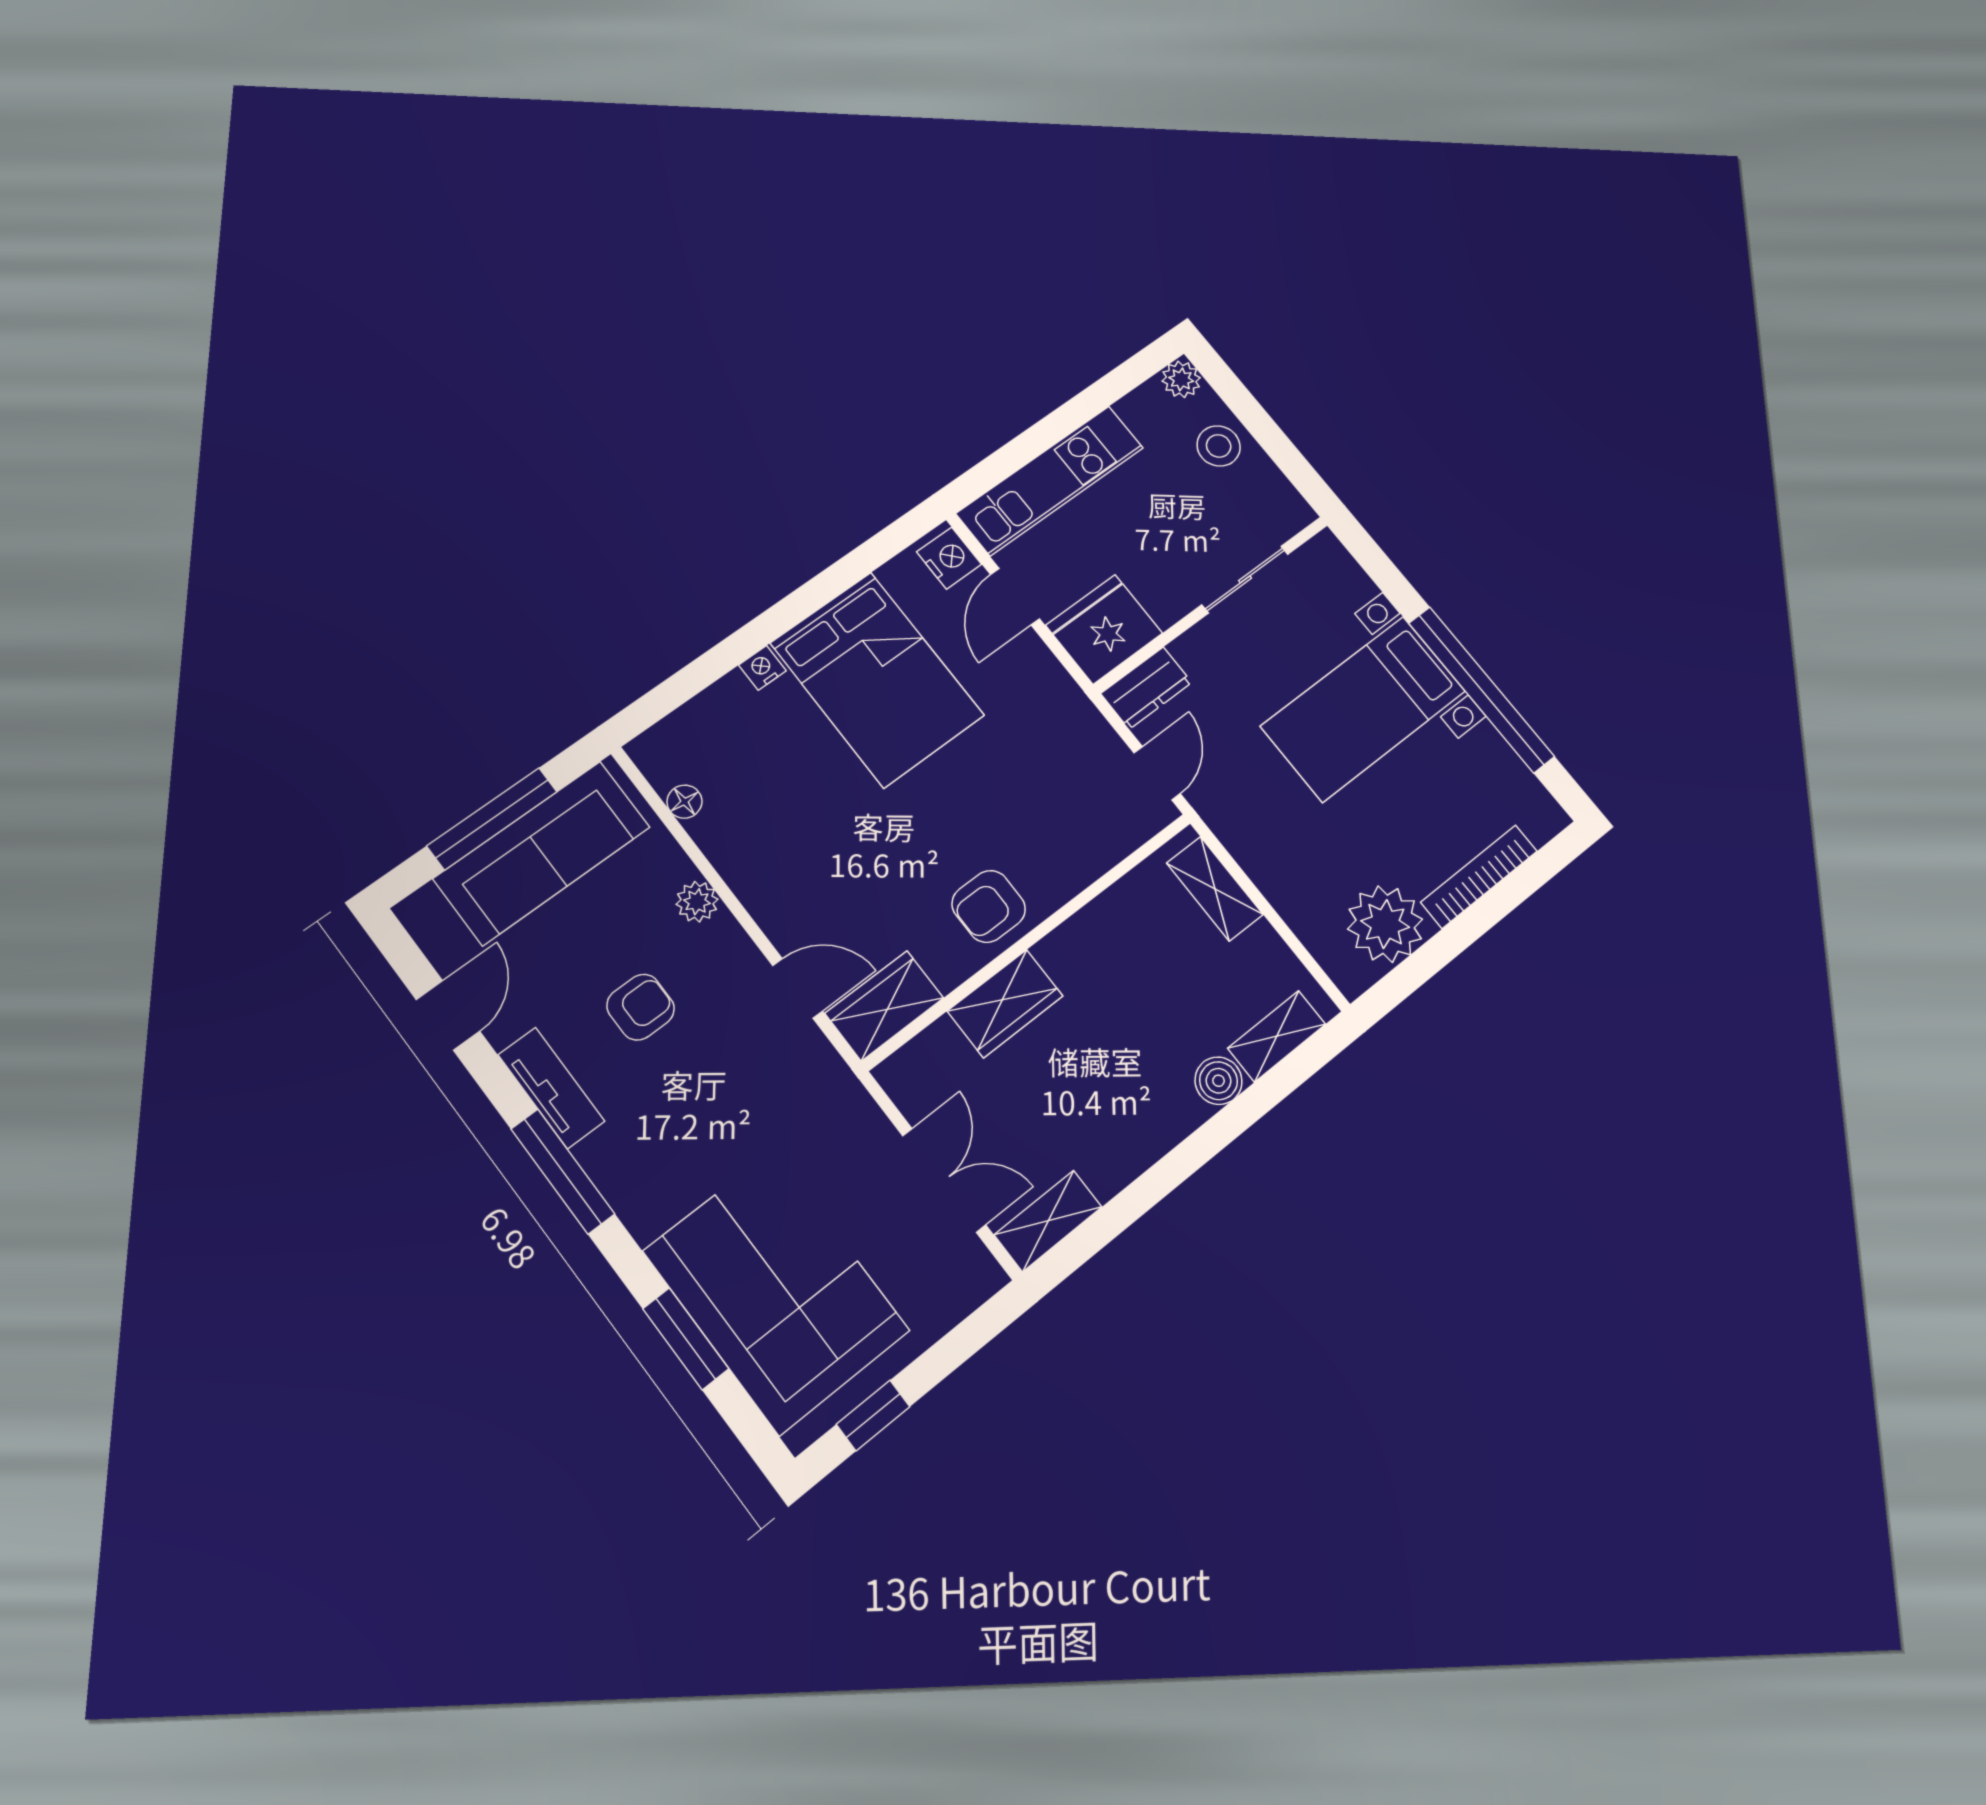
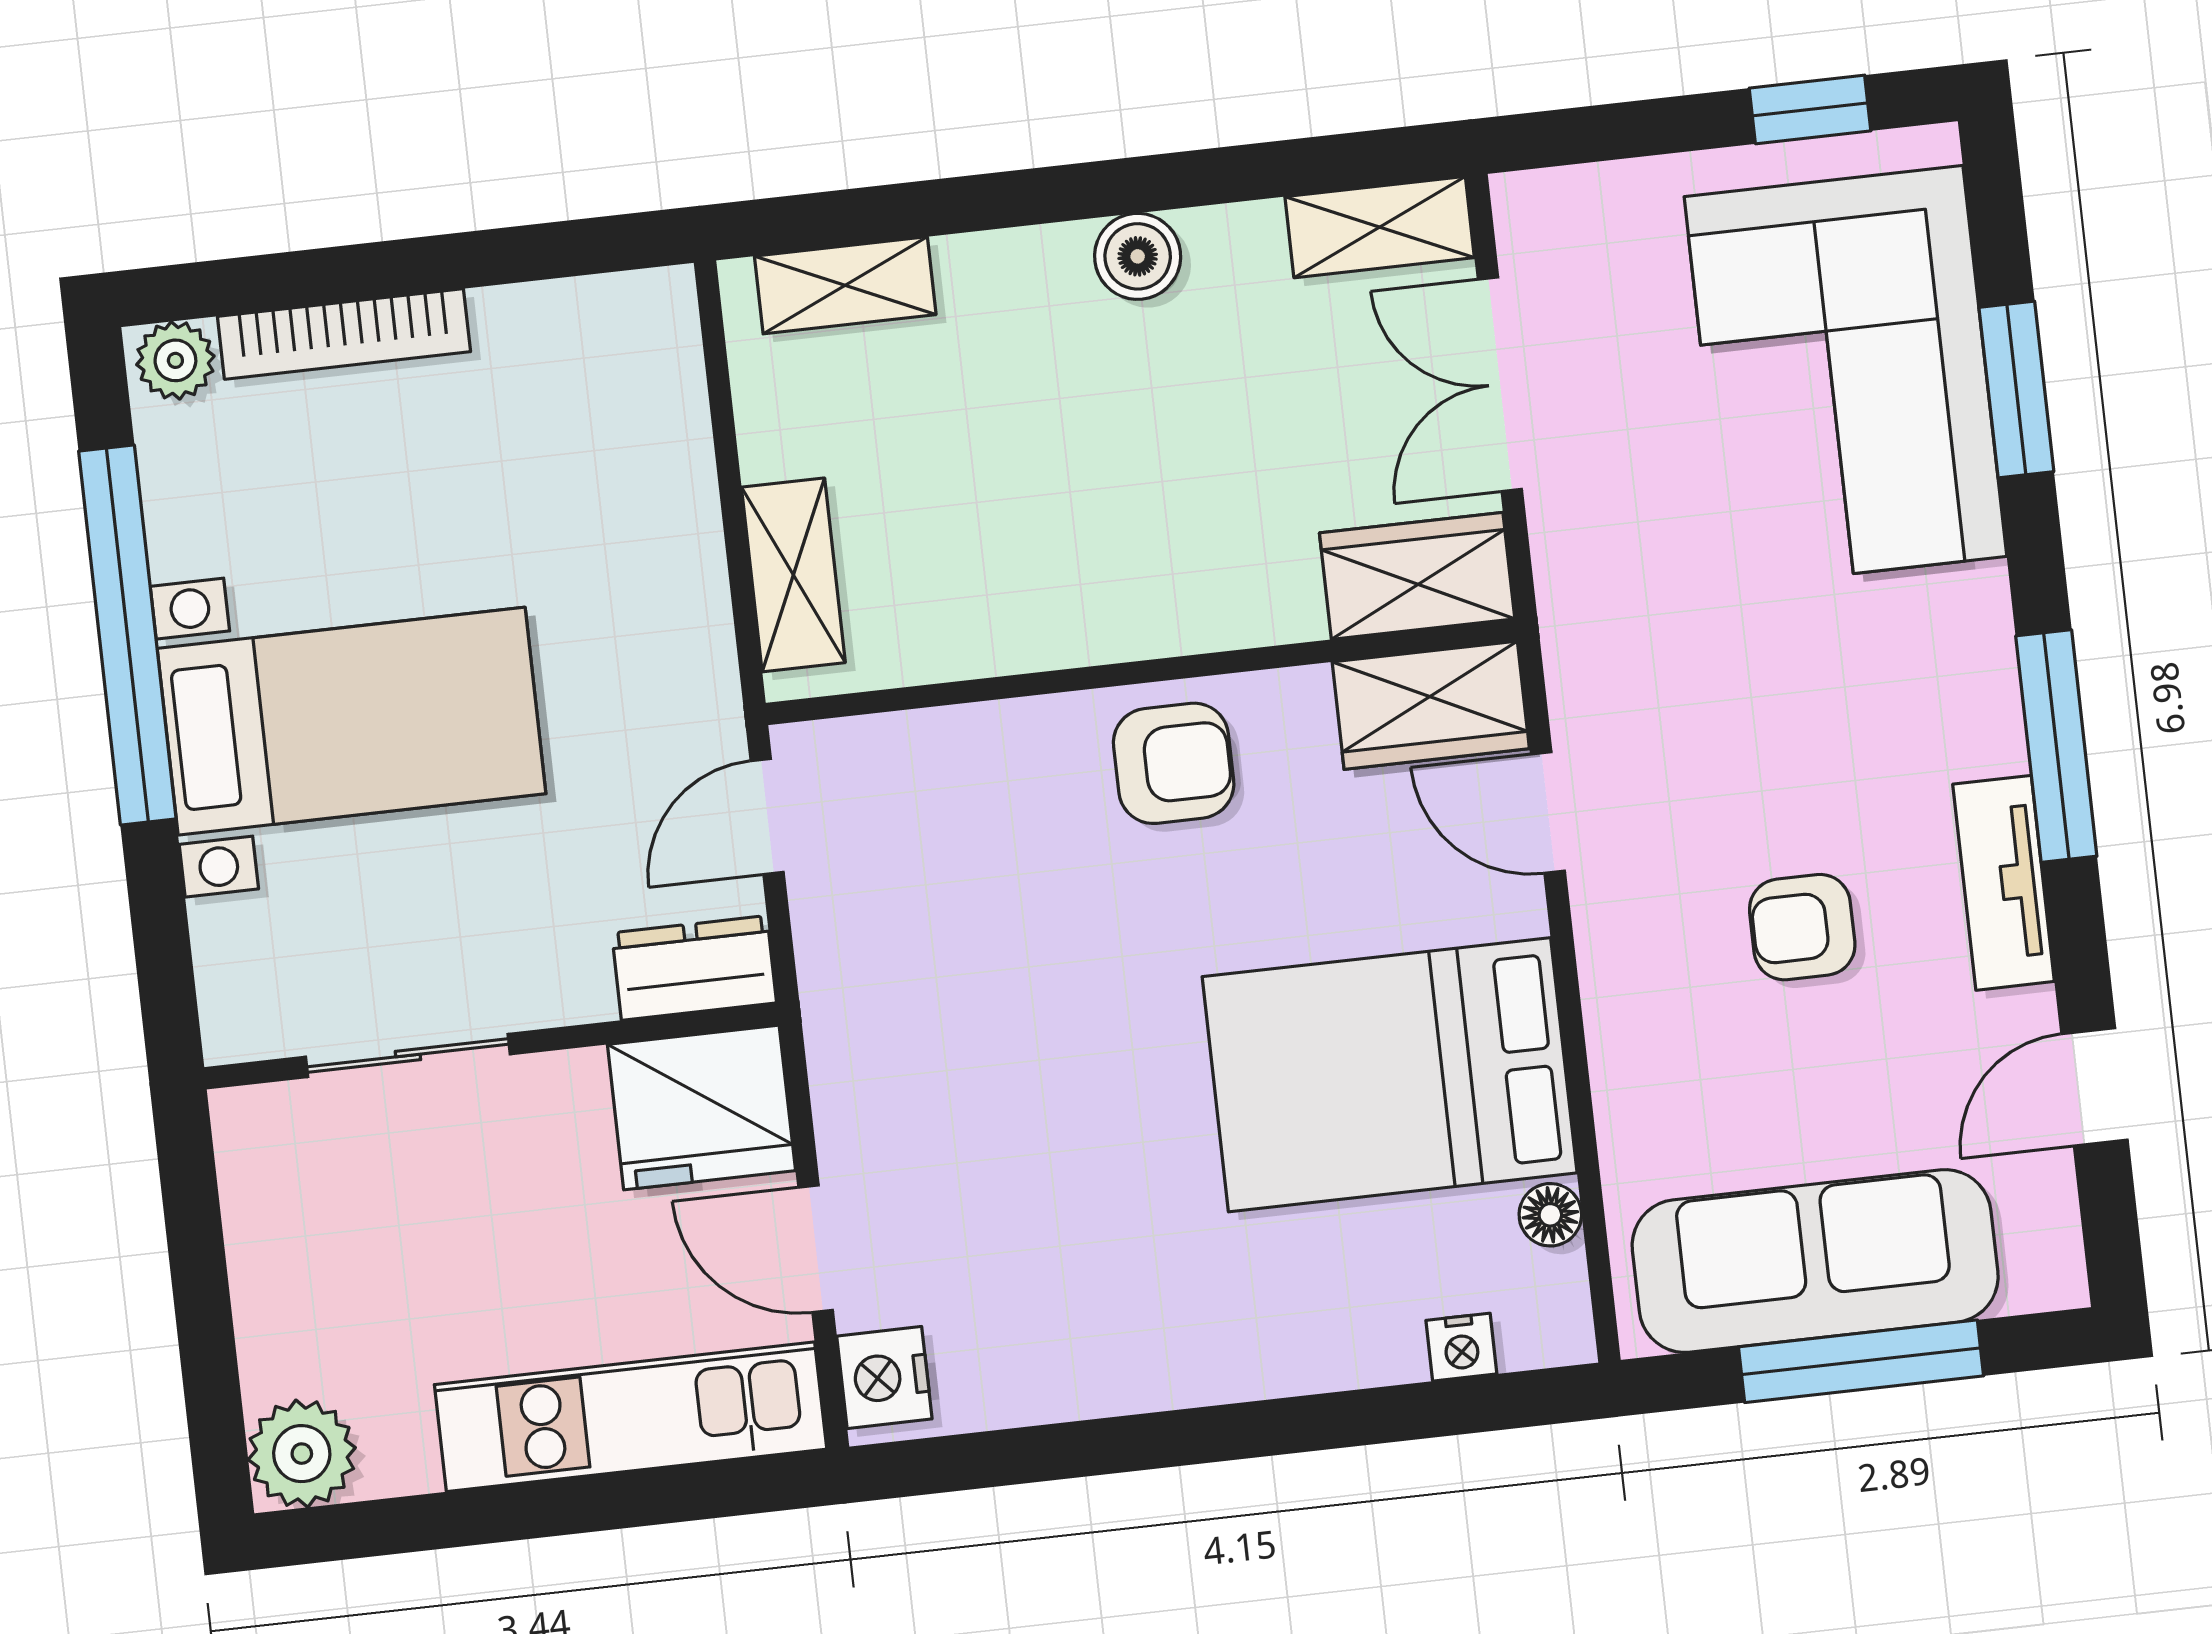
plant: (1181, 379) -> (302, 1454), width x1.38, depth x1.38
stool: (1219, 446) -> (301, 1314), removed
door: (1015, 597) -> (816, 1249), swing flipped
nightstand: (762, 668) -> (1461, 1347), moved
bed: (877, 679) -> (1390, 1075), moved, turned -90
plant: (697, 902) -> (1623, 1042), removed
plant: (1385, 924) -> (175, 360), moved, width x0.53, depth x0.53
wardrobe: (1005, 1003) -> (1417, 576), moved
boiler: (1218, 1081) -> (1138, 256), moved

